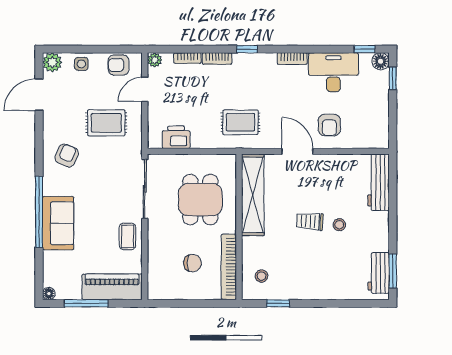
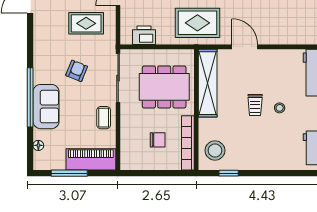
rug: (240, 122) -> (197, 23), width x1.36, depth x1.43
armchair: (329, 125) -> (271, 25), removed
armchair: (67, 155) -> (77, 71), moved
dining table: (200, 200) -> (164, 87), width x1.38
trolley: (310, 221) -> (255, 105), turned -94
stool: (261, 276) -> (215, 151), width x1.89, depth x1.89
floor lamp: (49, 294) -> (38, 145), moved

